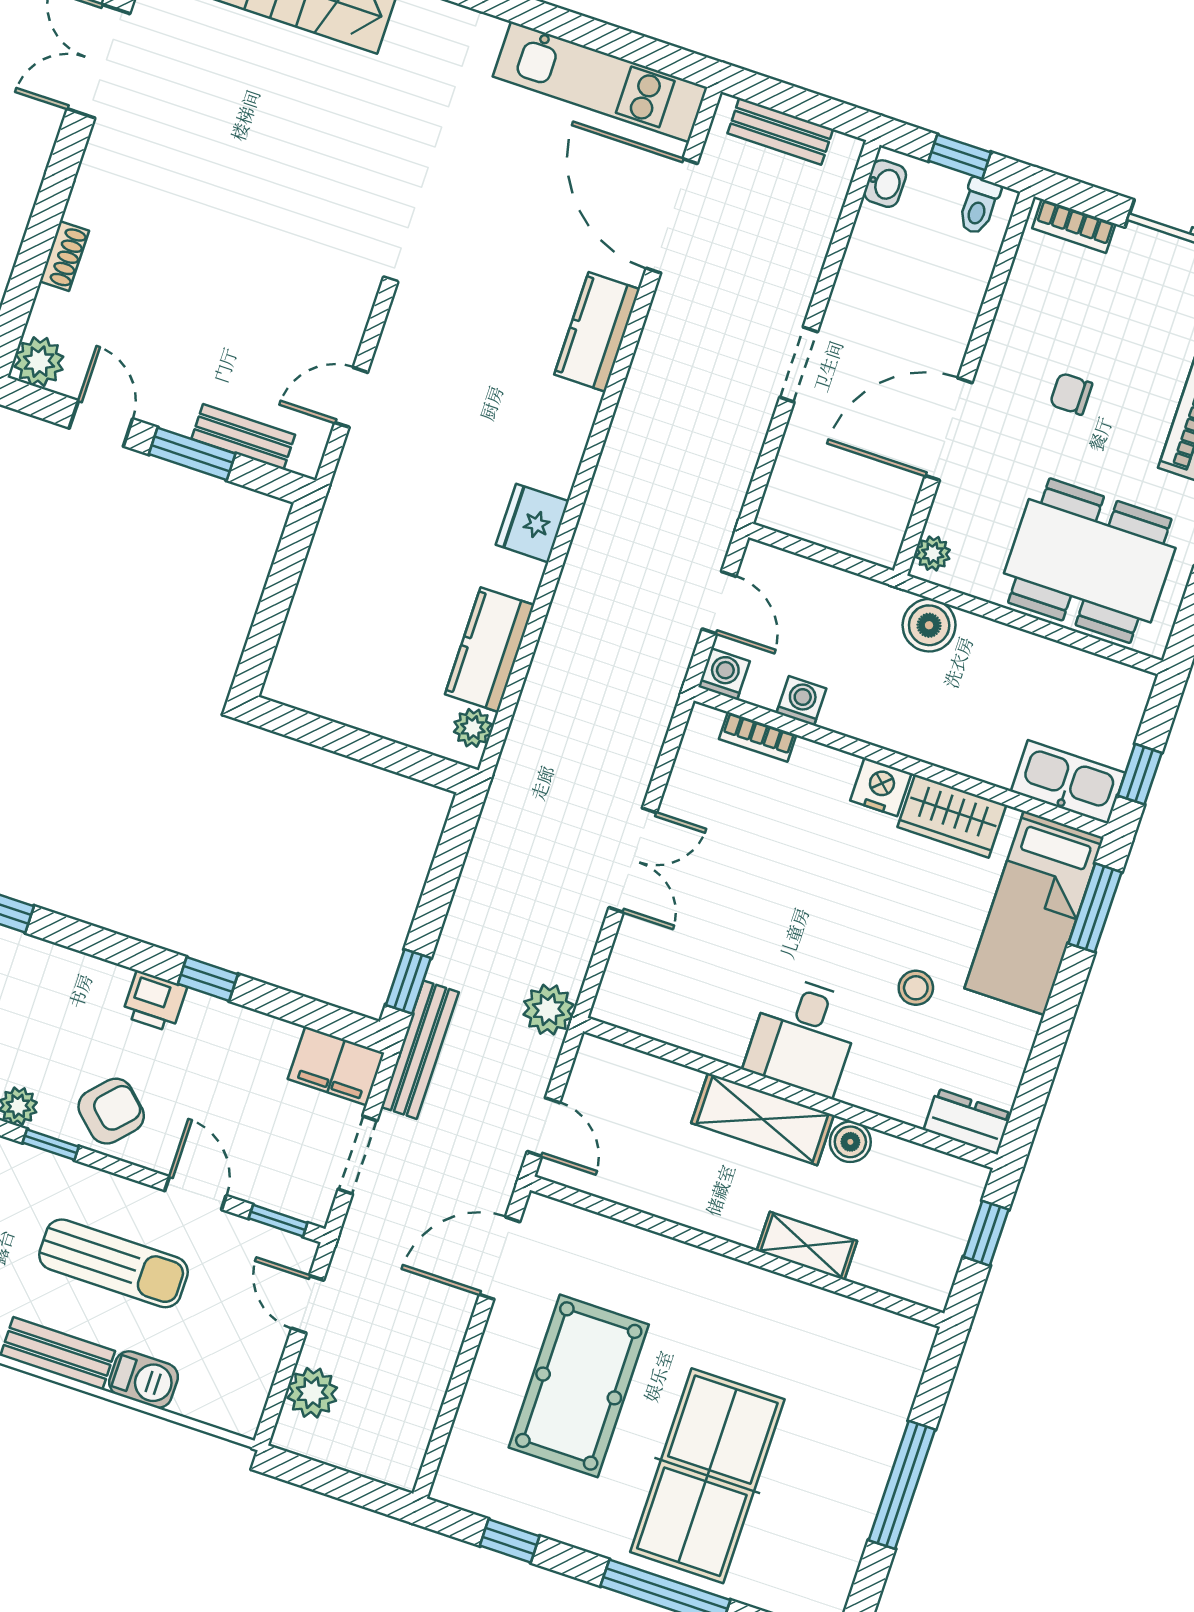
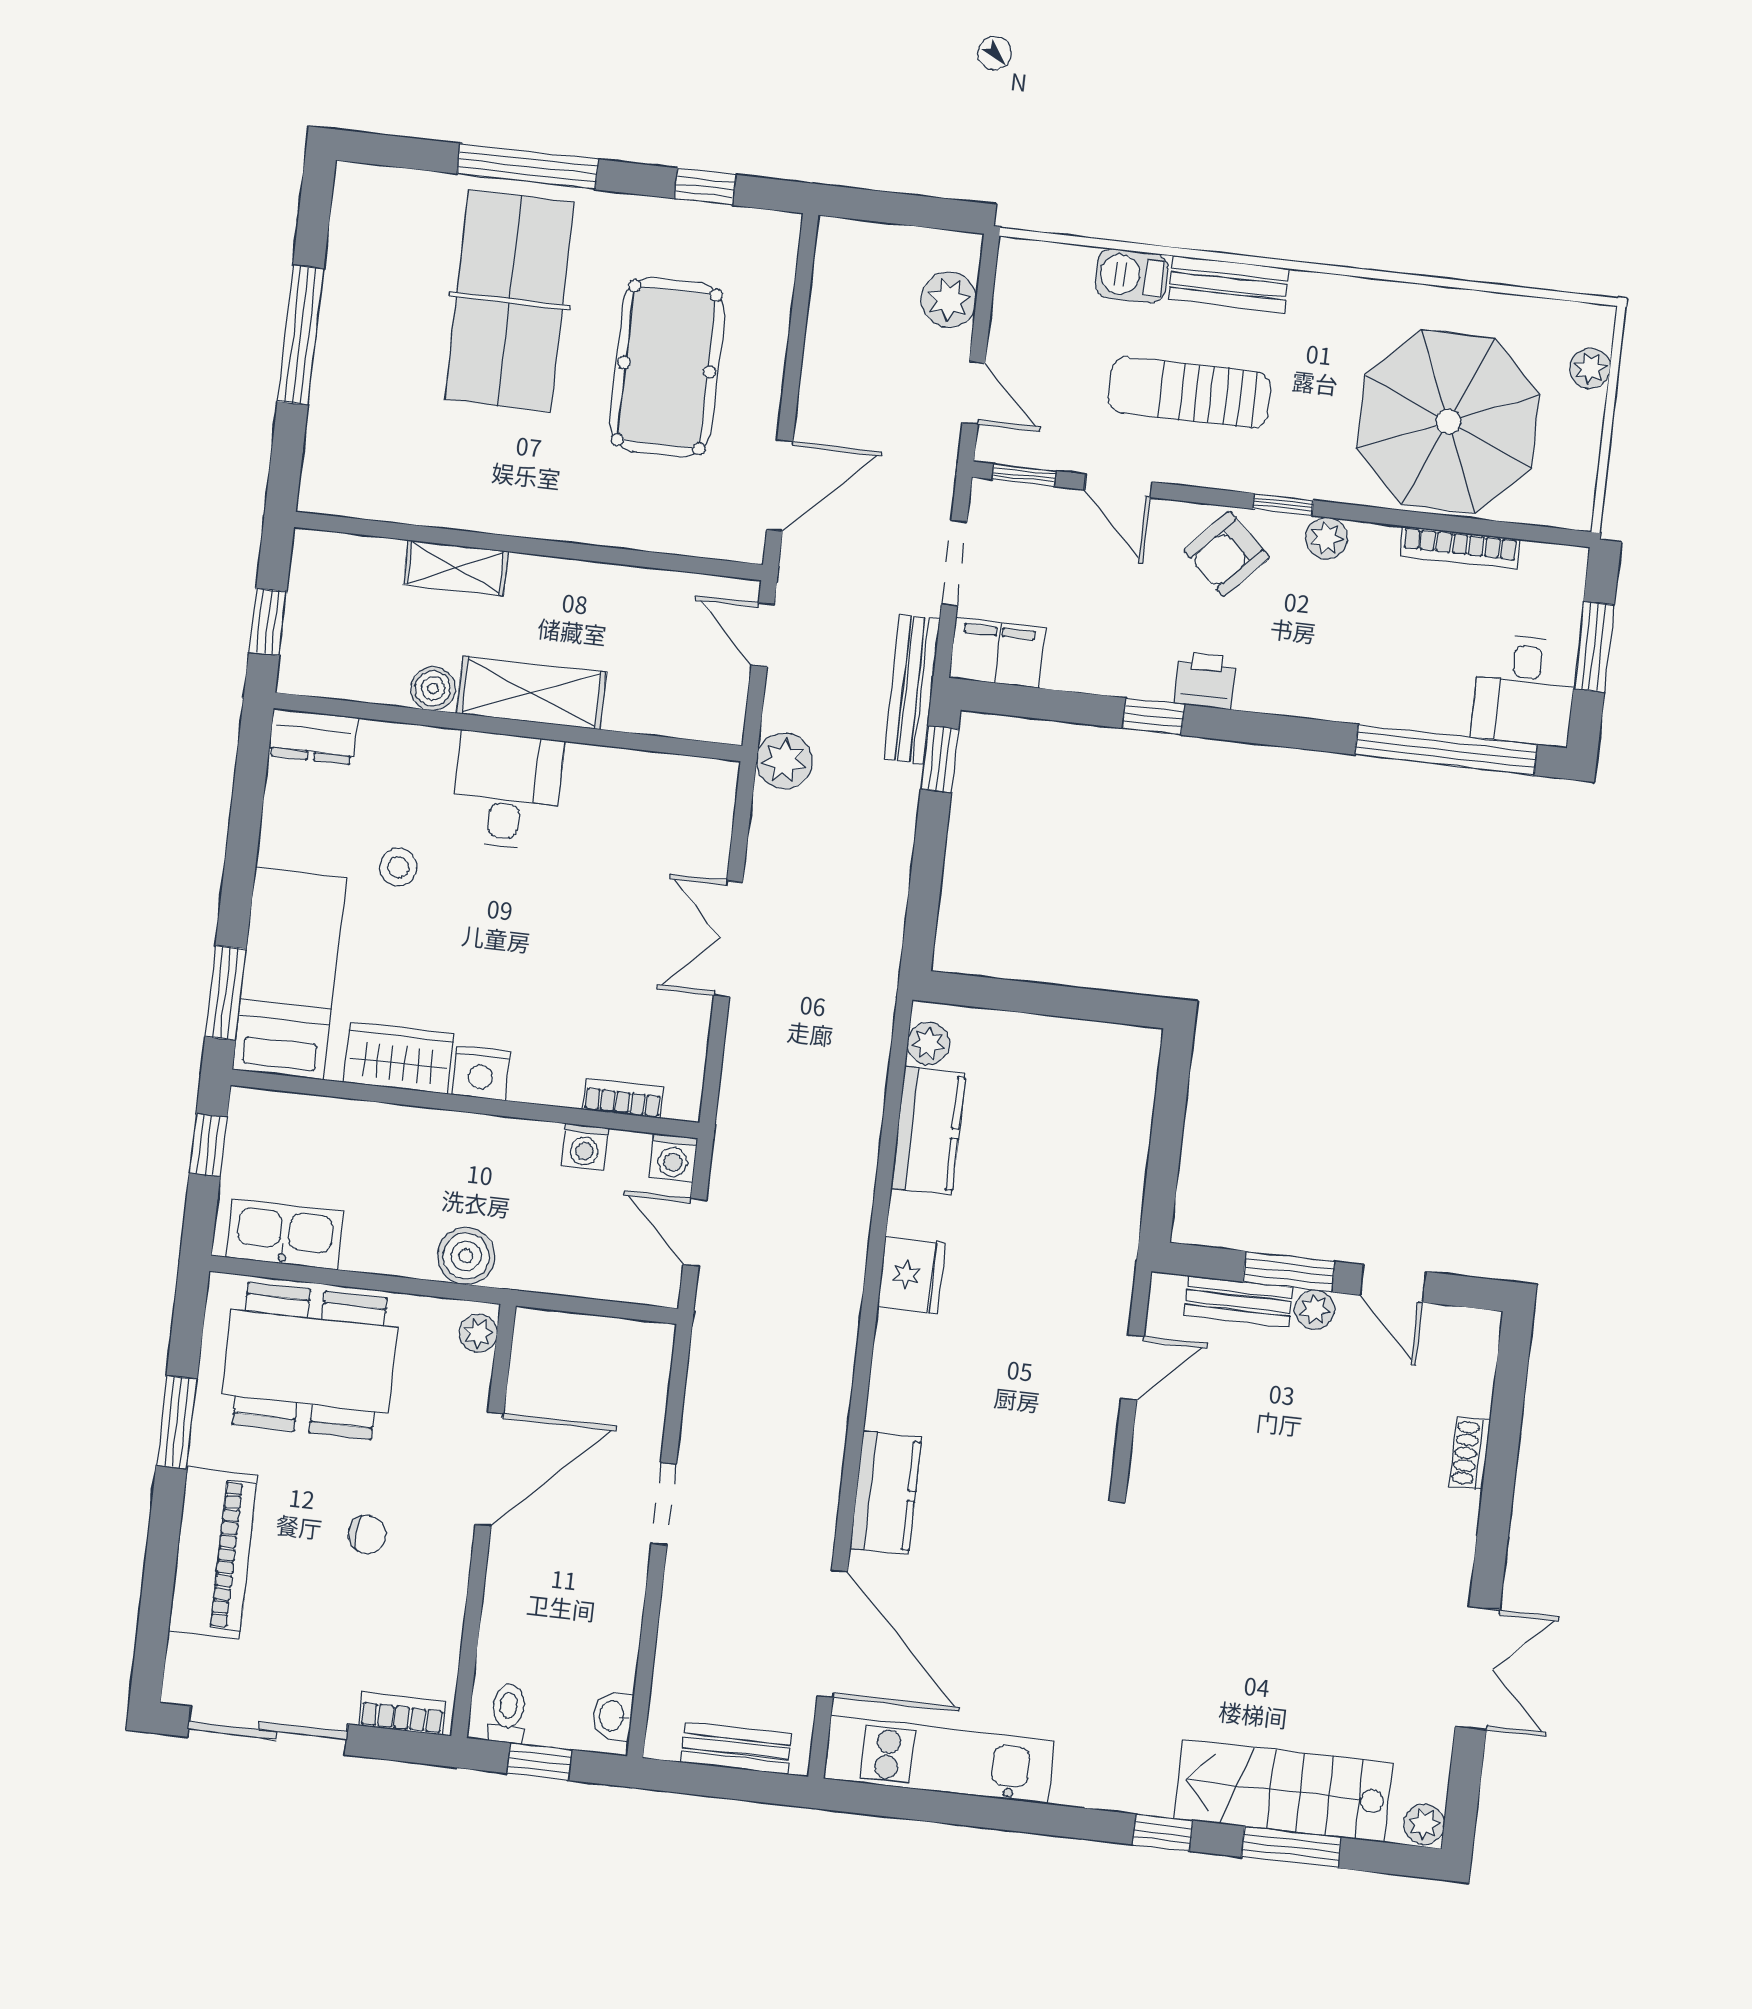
plant: (39, 362) -> (1315, 1310), moved, width x0.73, depth x0.73
kitchen sink: (1068, 782) -> (285, 1234), moved, turned 180

